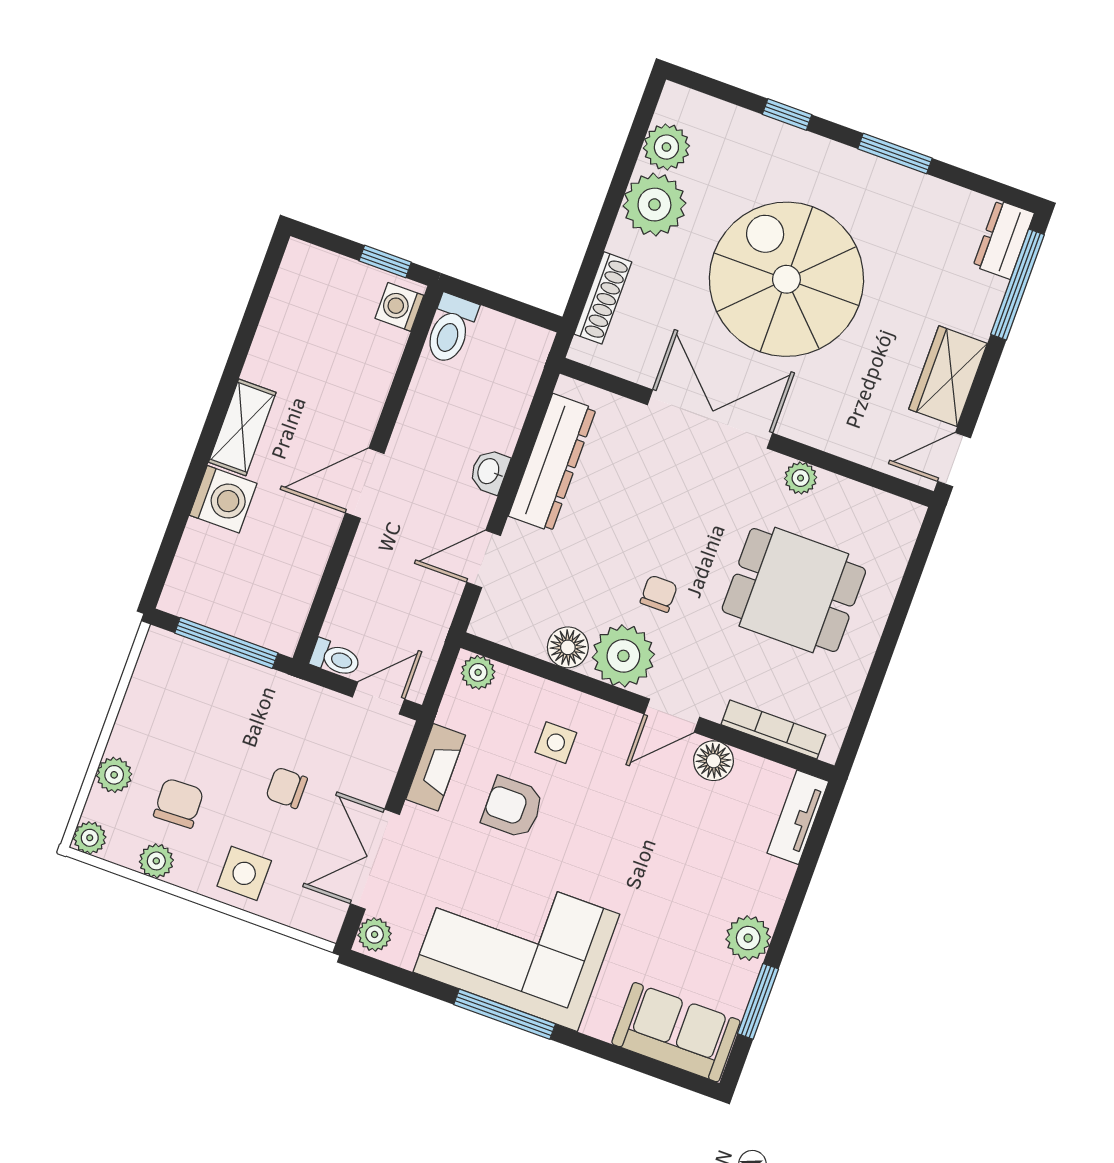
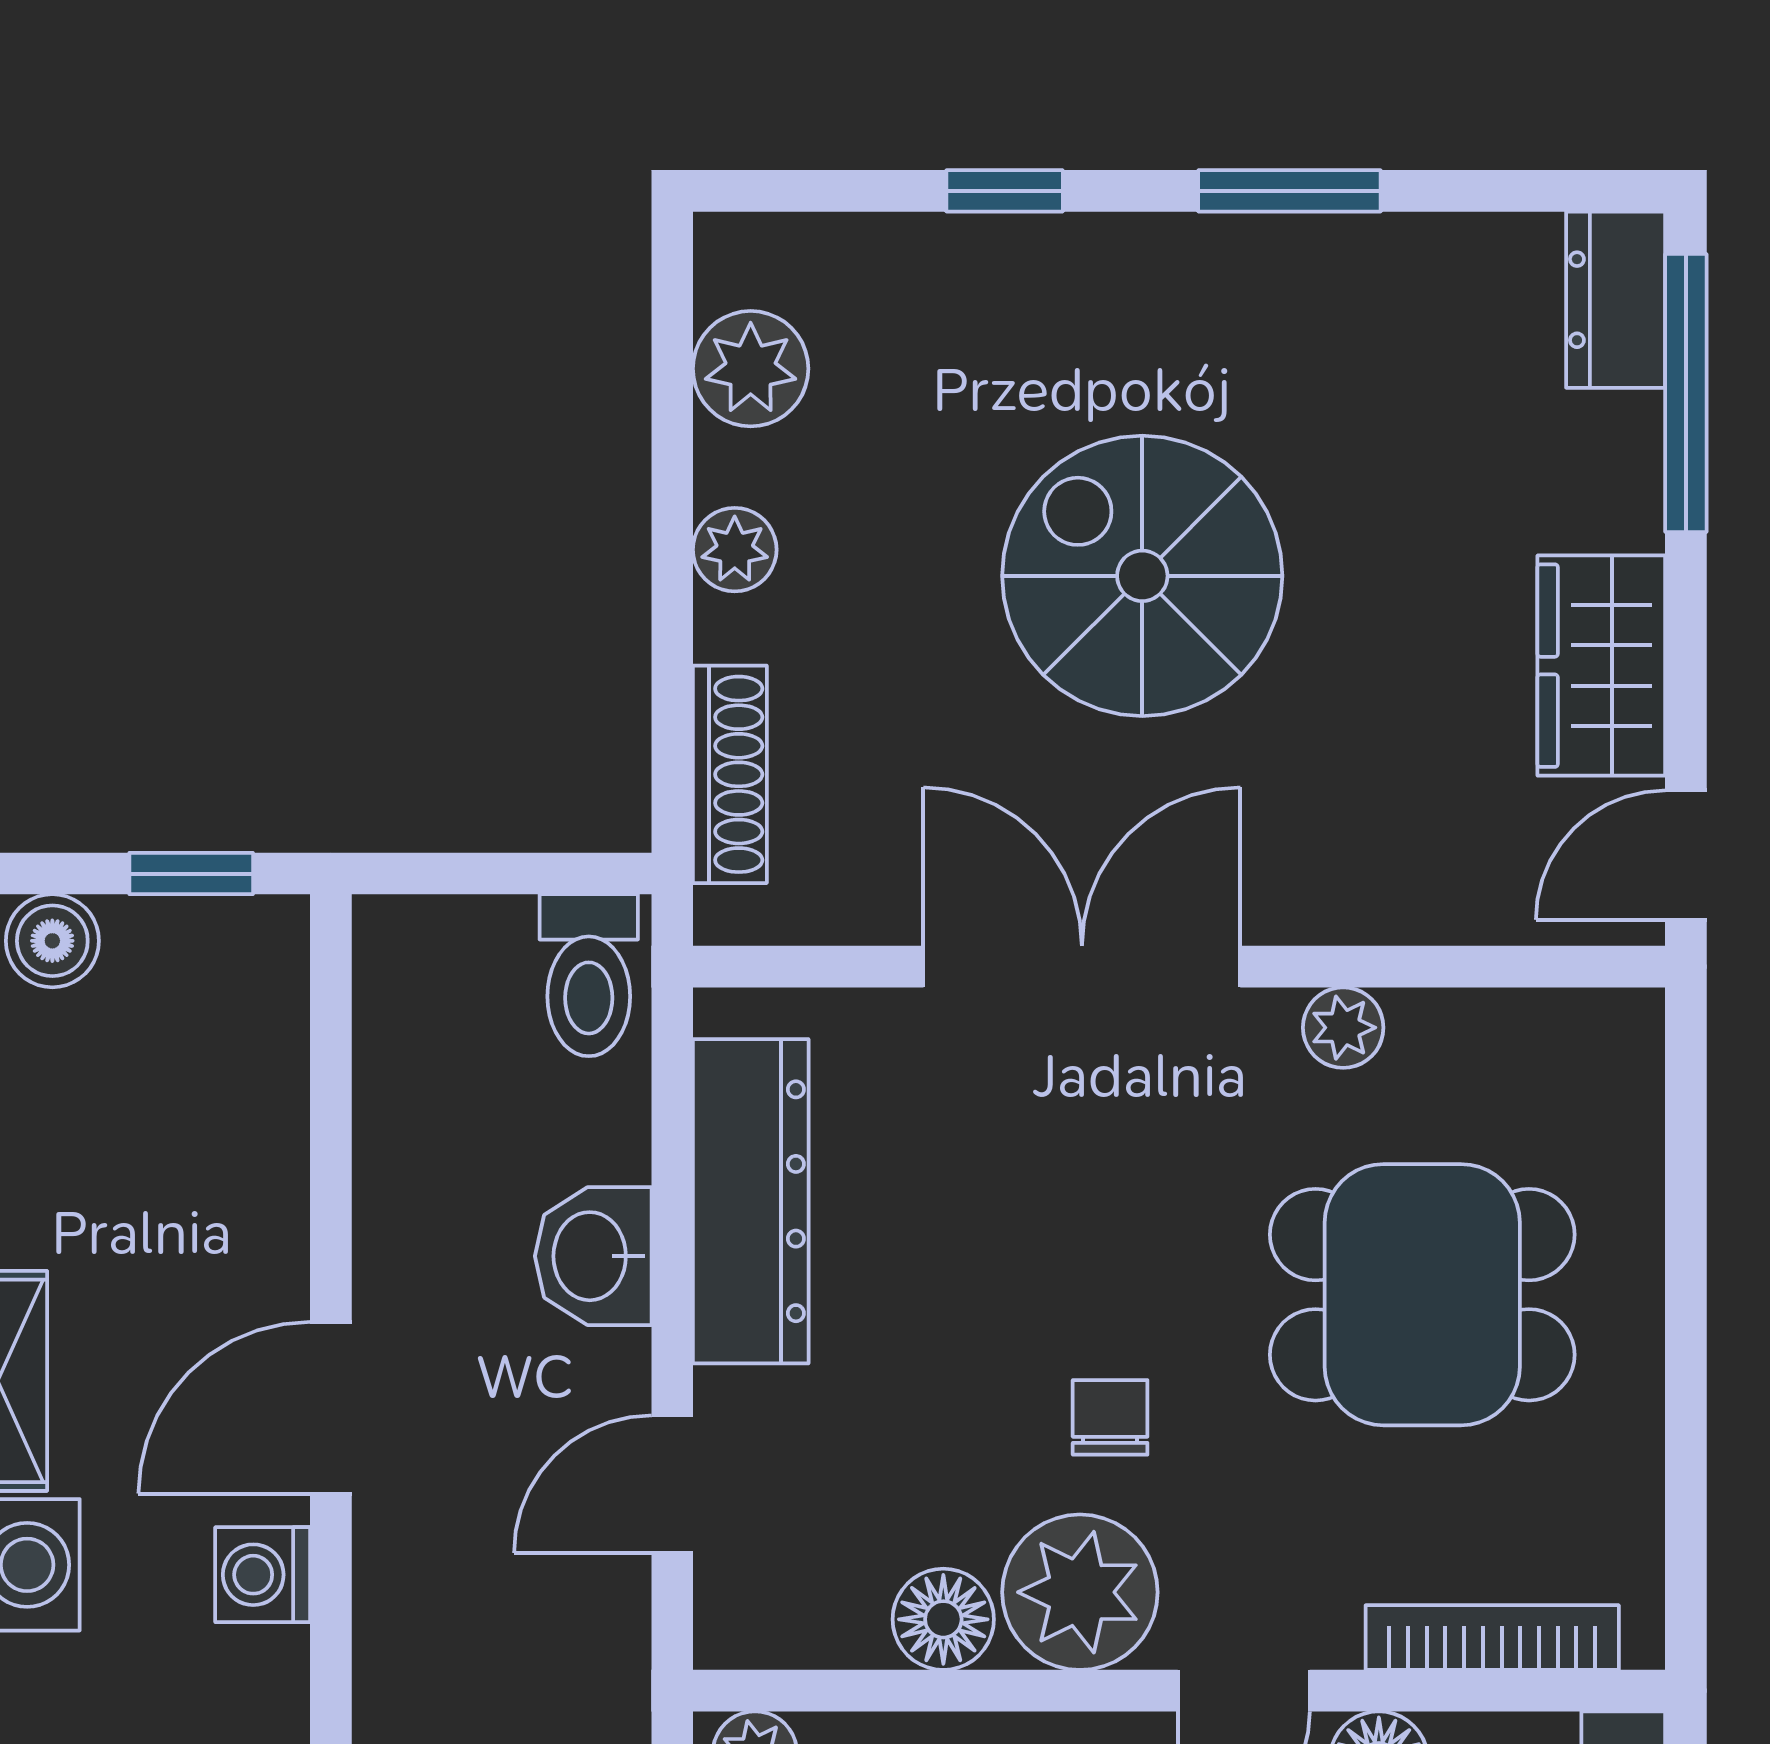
plant: (654, 205) -> (735, 550), width x0.53, depth x0.53
boiler: (323, 268) -> (52, 941), added
spiral stairs: (786, 279) -> (1142, 576), width x0.73, depth x0.73
washing machine: (399, 307) -> (263, 1575), moved
toilet: (451, 329) -> (589, 975), moved
washbasin: (489, 471) -> (593, 1256), width x1.38, depth x1.45

